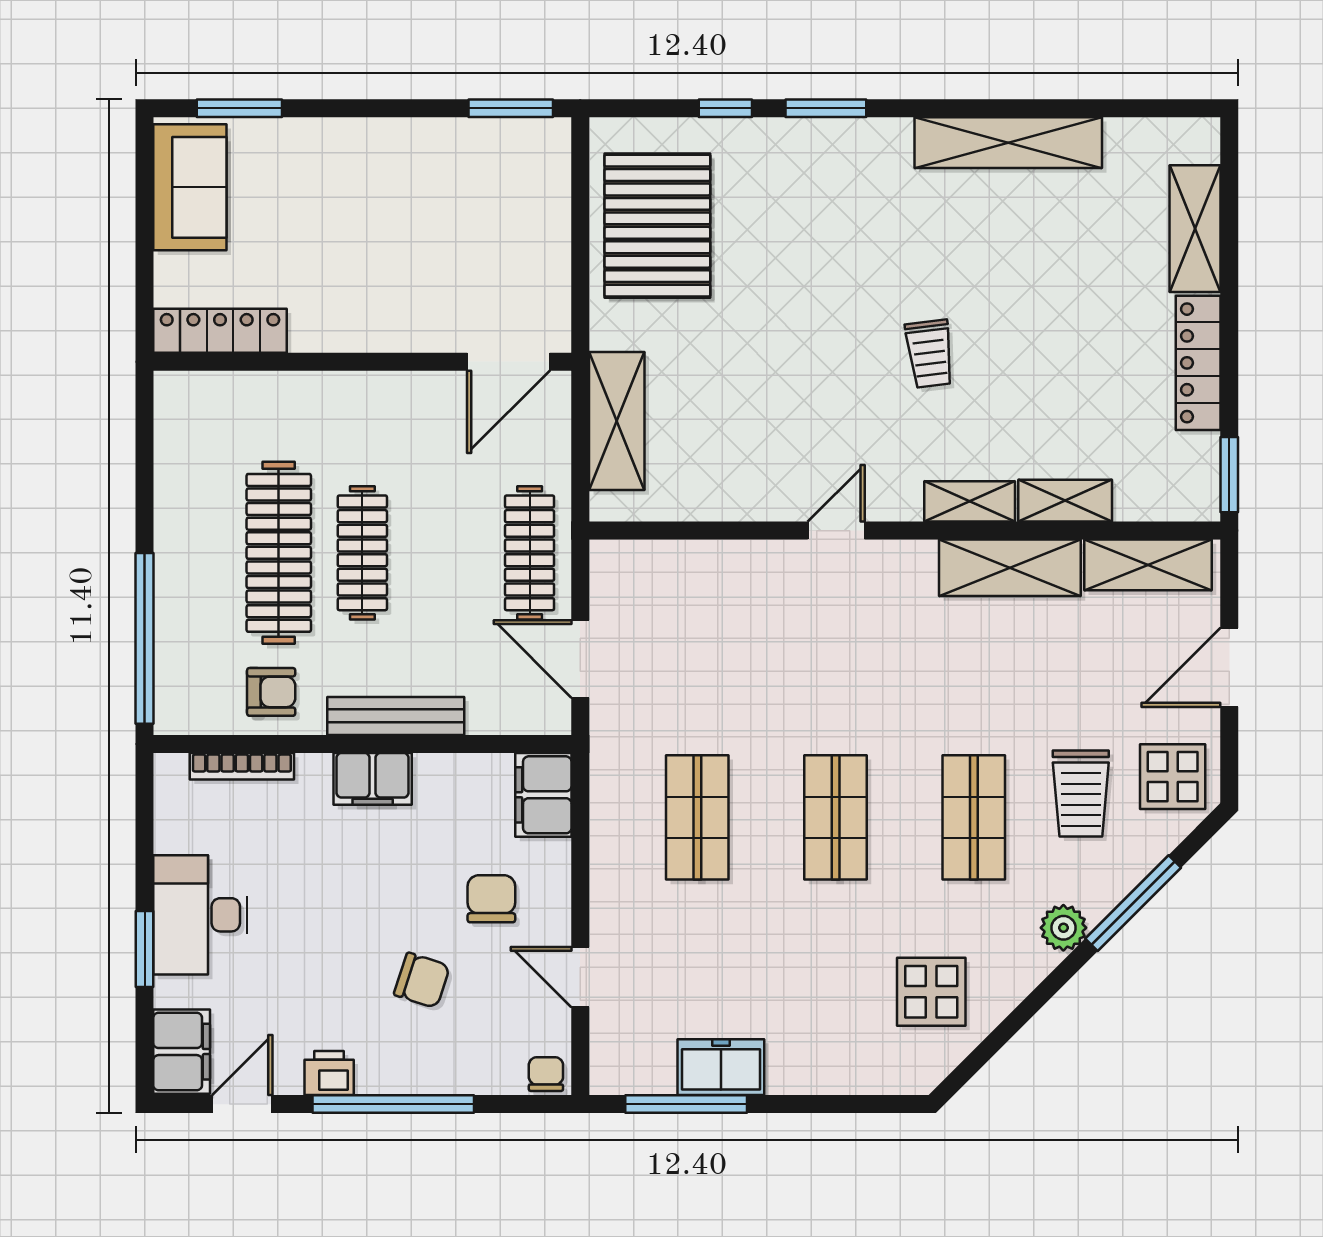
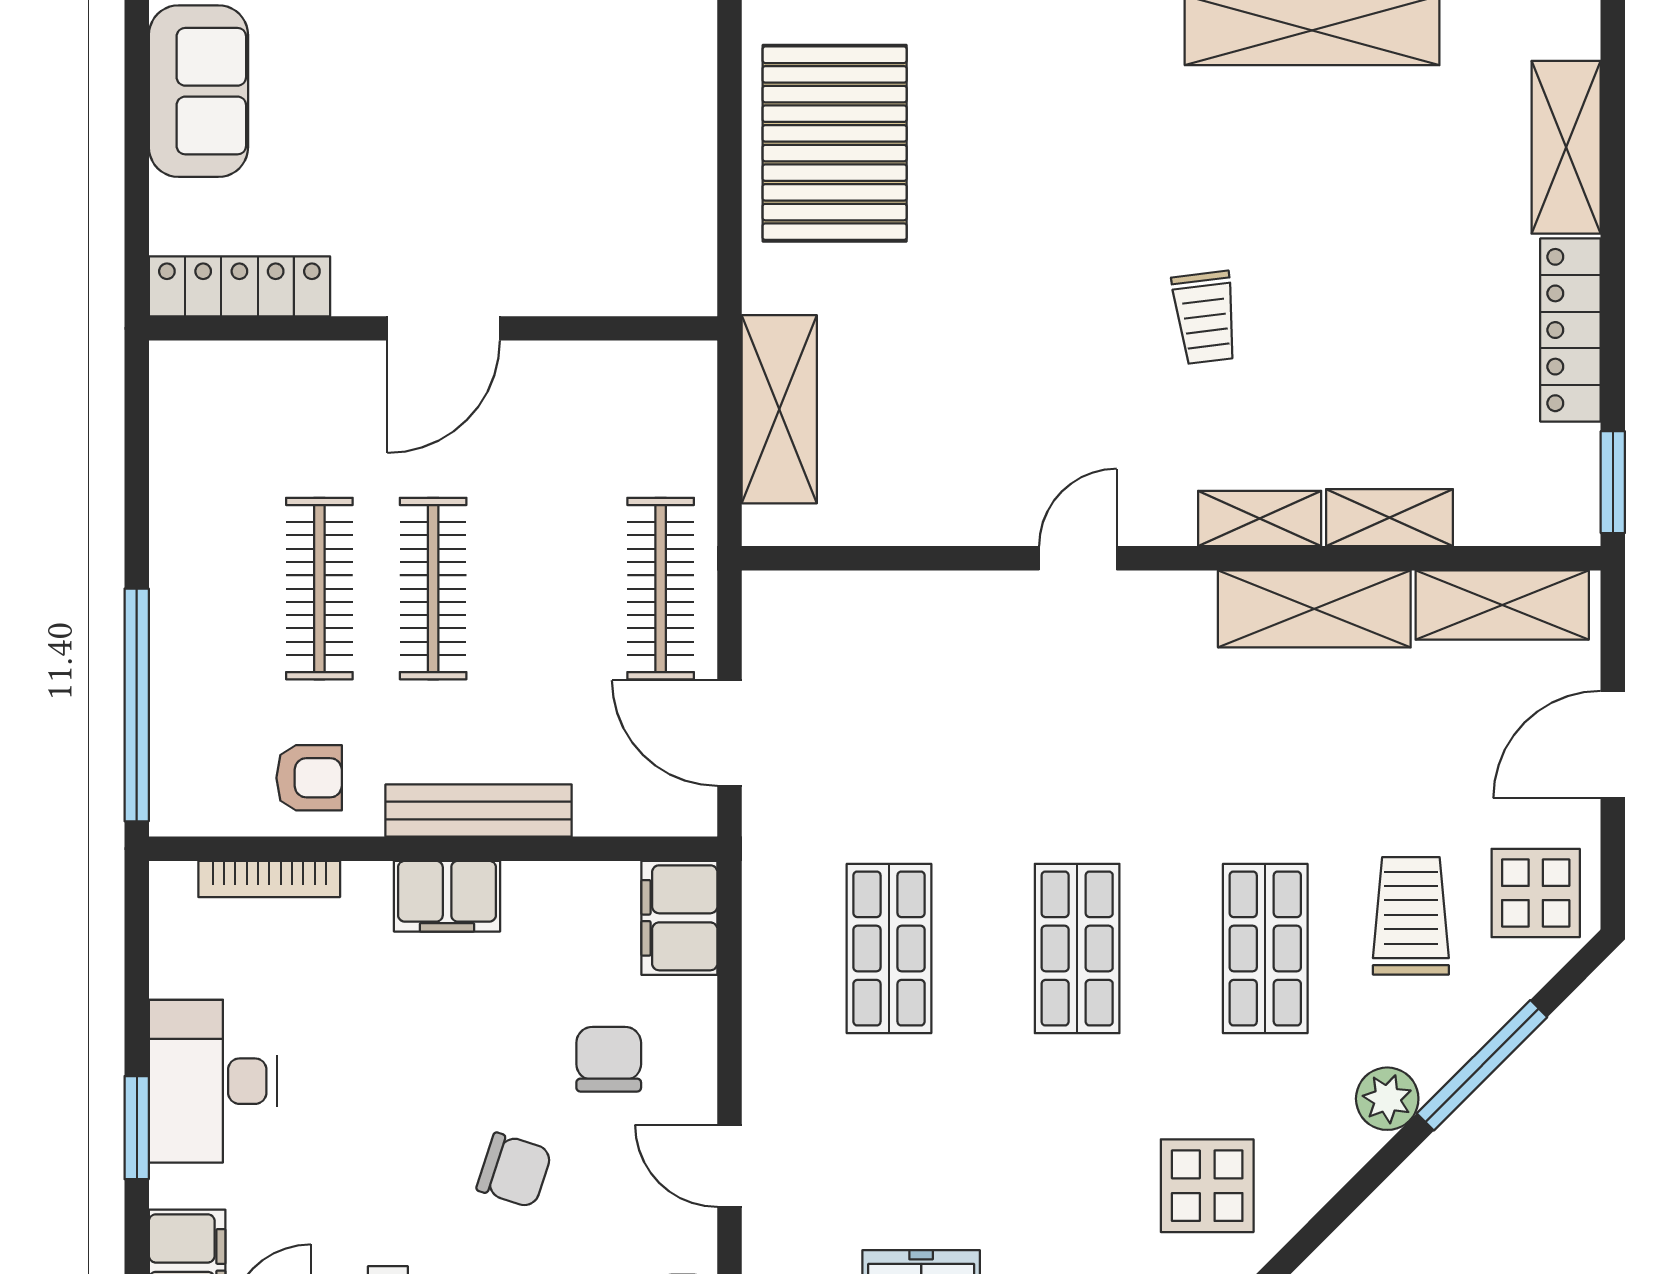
door: (508, 362) -> (444, 328), moved
clothes rail: (279, 553) -> (319, 589), width x0.73, depth x0.76
trolley: (1081, 793) -> (1411, 916), turned 180

